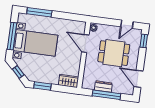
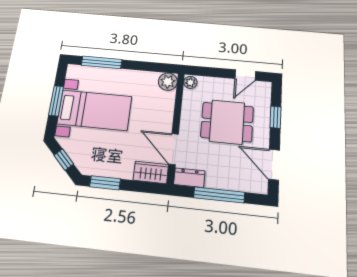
plant: (80, 27) -> (168, 82), added
window: (12, 36) -> (56, 101), width x0.69
window: (144, 41) -> (276, 117), moved
door: (85, 43) -> (174, 149), moved
dresser: (103, 86) -> (189, 178), moved

